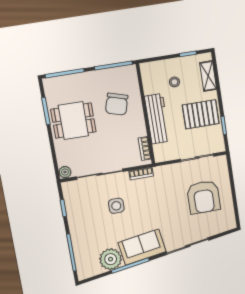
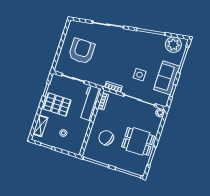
chair: (117, 104) -> (106, 138), turned -85
workbench: (157, 119) -> (90, 103), moved
sofa: (142, 247) -> (167, 78), moved, turned 99
plant: (111, 259) -> (173, 45), moved

